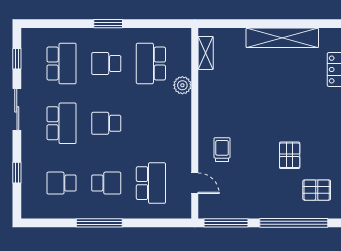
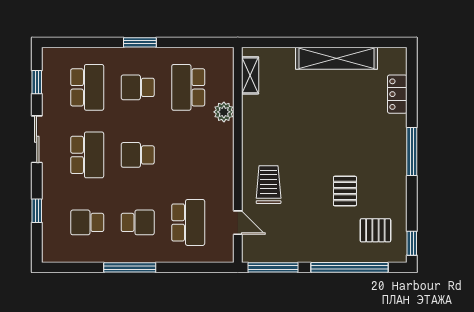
trolley: (222, 150) -> (269, 185), width x1.36, depth x1.39

